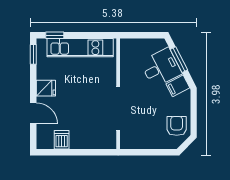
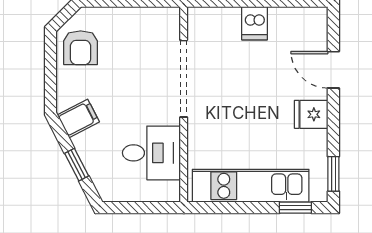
window: (179, 60) -> (77, 165), width x0.67
desk: (161, 68) -> (151, 153), moved, turned -153
dishwasher: (62, 140) -> (255, 23), moved

